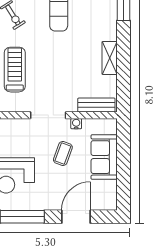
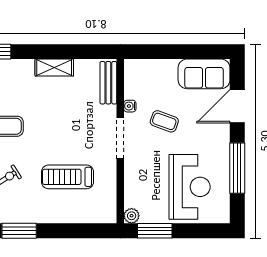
sofa: (104, 157) -> (204, 74), moved
door: (76, 217) -> (237, 106), hinge flipped

